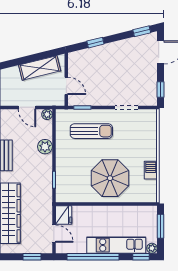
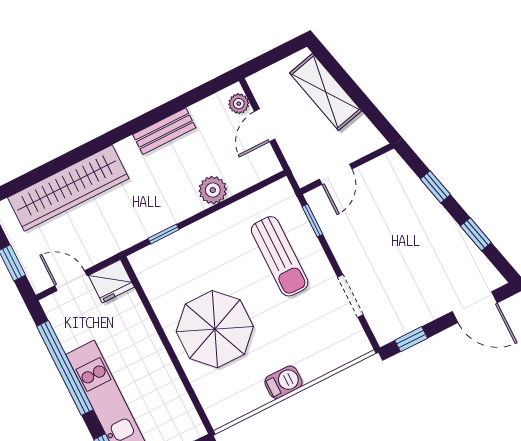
window: (142, 31) -> (476, 234), moved
shelving: (40, 68) -> (326, 92), moved
plant: (47, 114) -> (239, 104), moved
barbecue: (151, 170) -> (283, 382), moved
door: (54, 234) -> (71, 281), swing flipped

